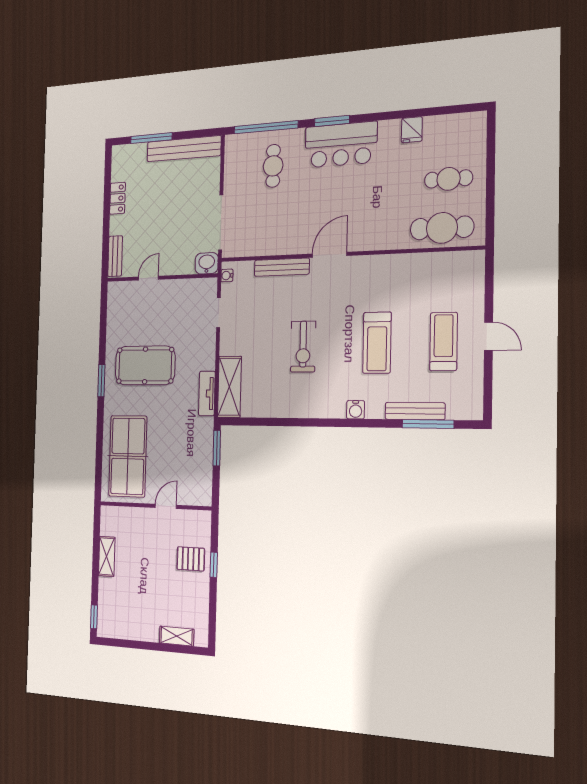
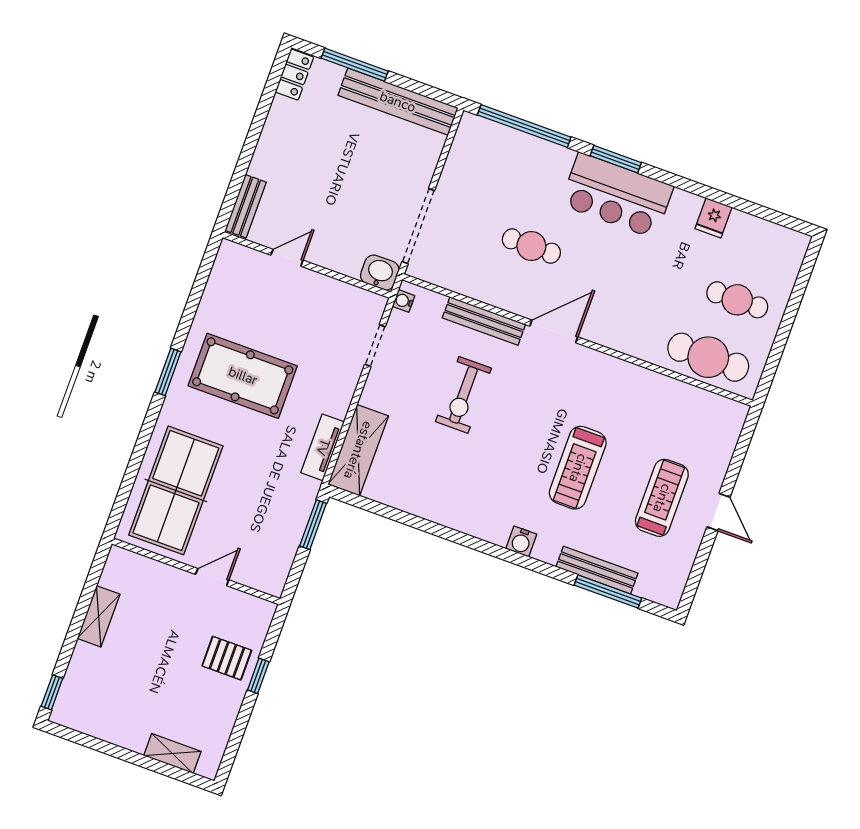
cafe table: (273, 166) -> (531, 246), moved, turned 90
locker: (117, 198) -> (294, 74), moved
exercise bike: (303, 347) -> (463, 395), moved

